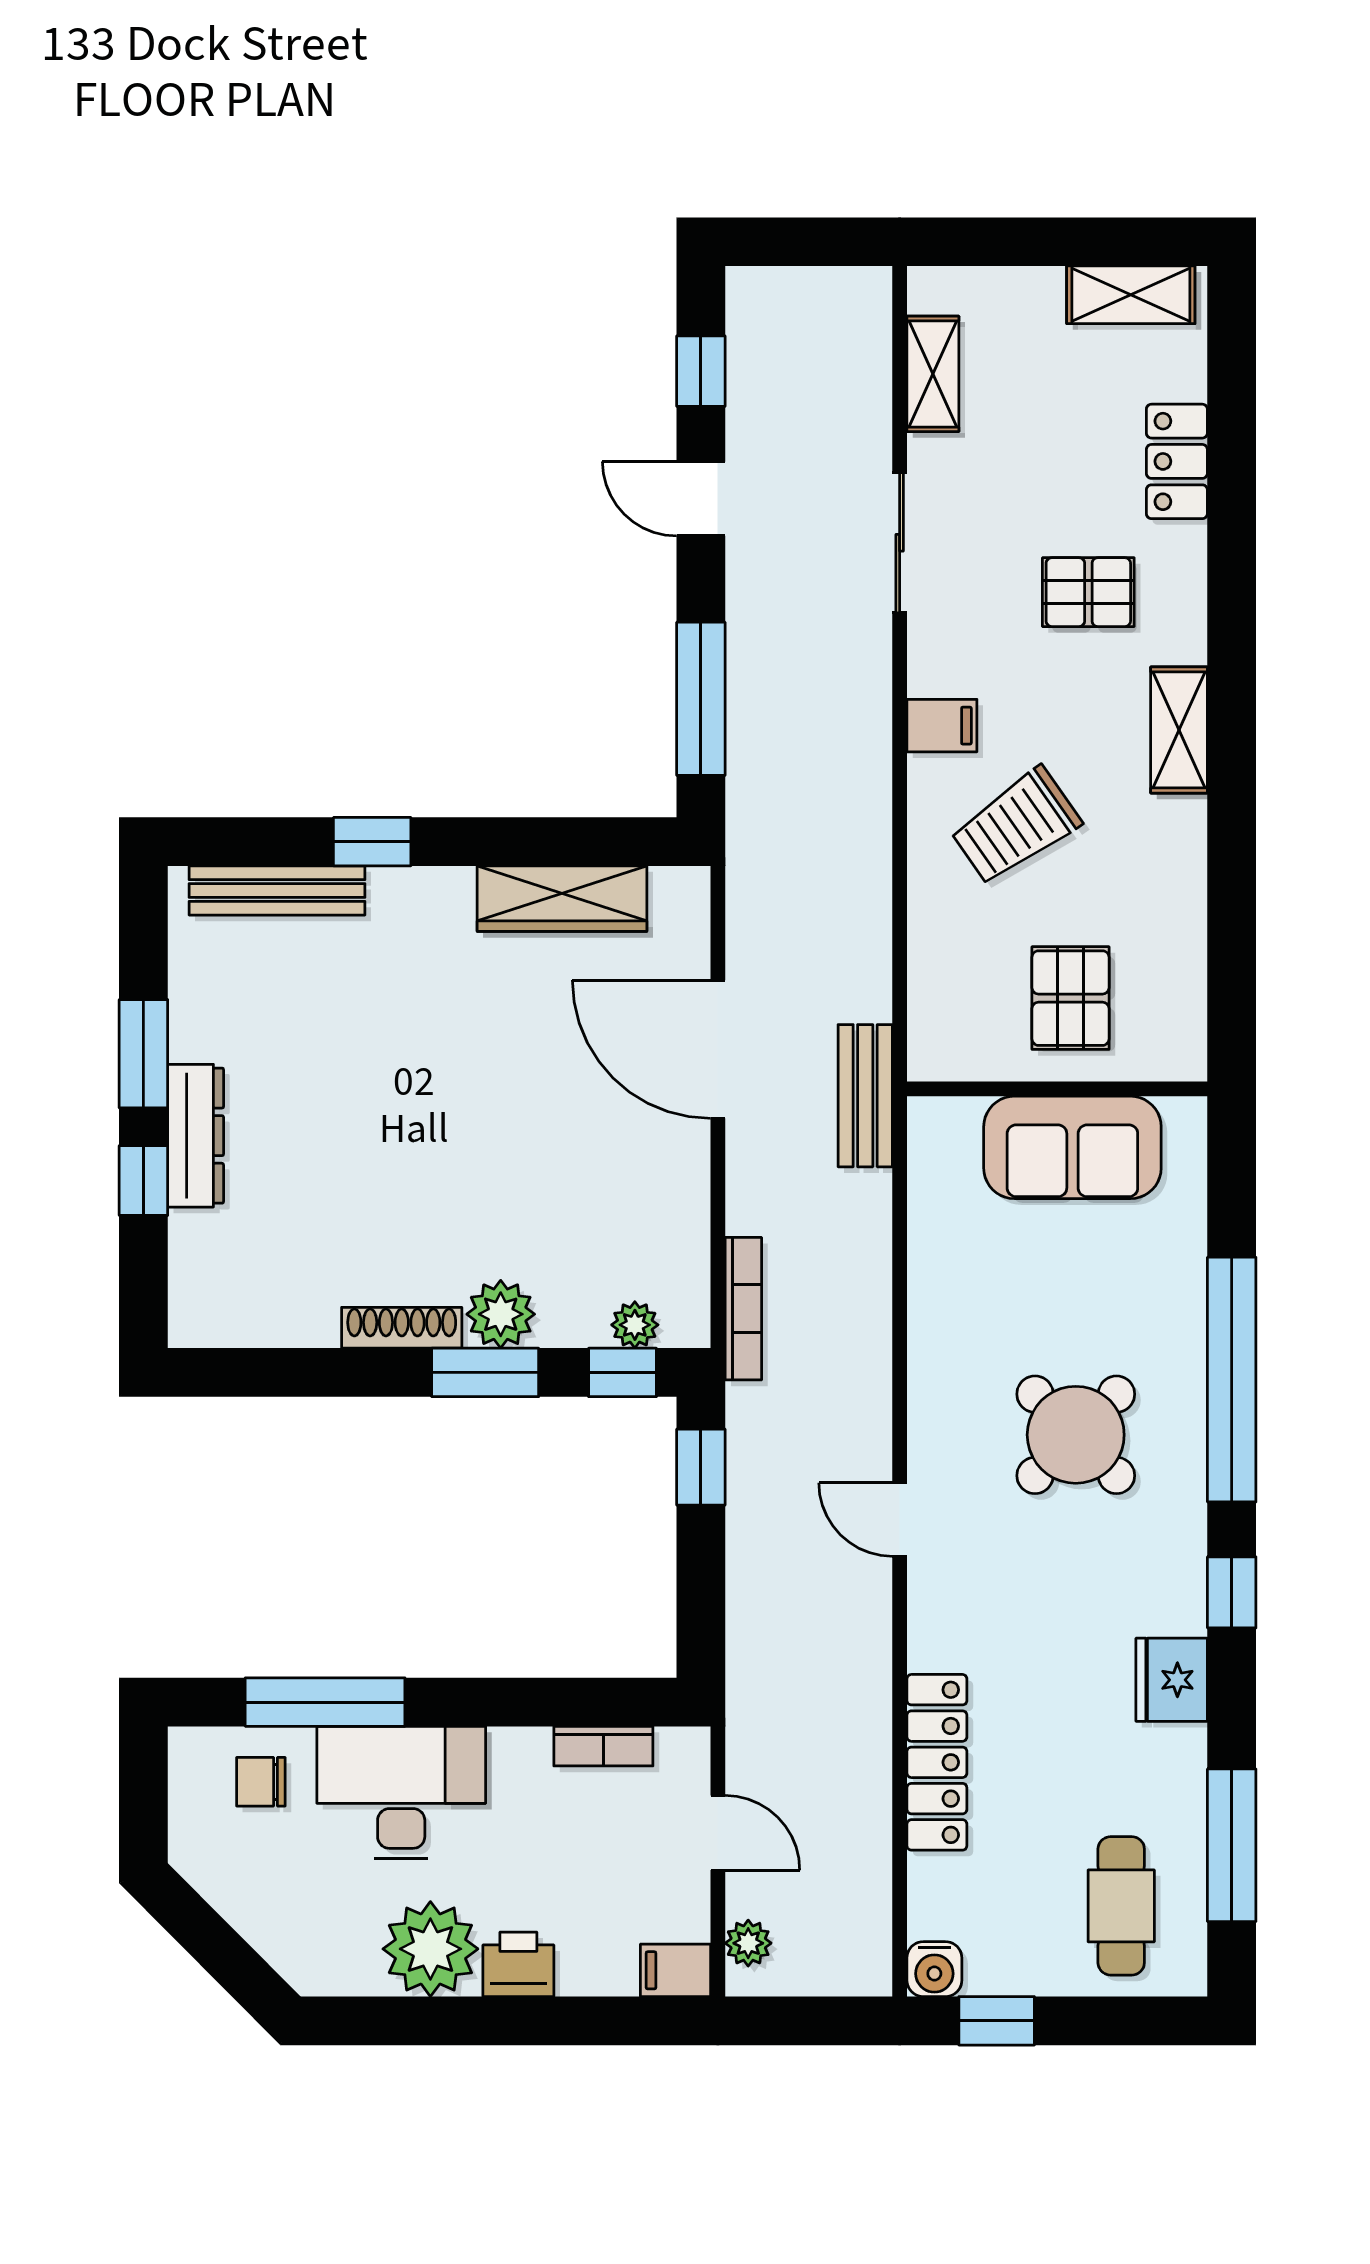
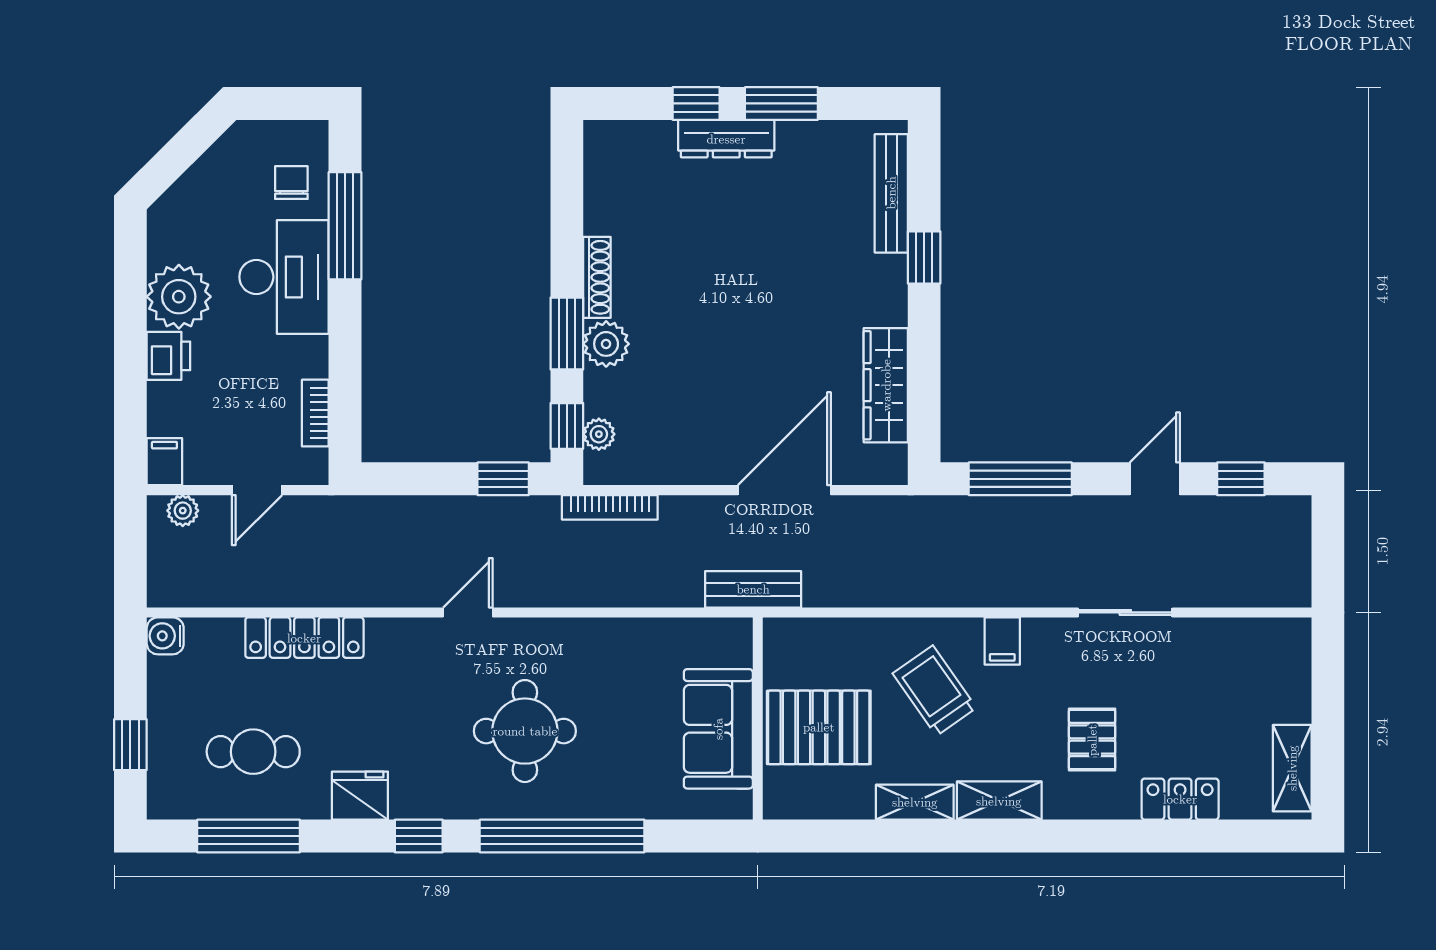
shelving: (933, 374) -> (915, 802), moved
pallet: (1070, 998) -> (819, 727), width x1.50, depth x1.42
round table: (1076, 1435) -> (525, 731), turned 45
cafe table: (1121, 1906) -> (253, 752), moved
window: (997, 2021) -> (130, 745), moved

